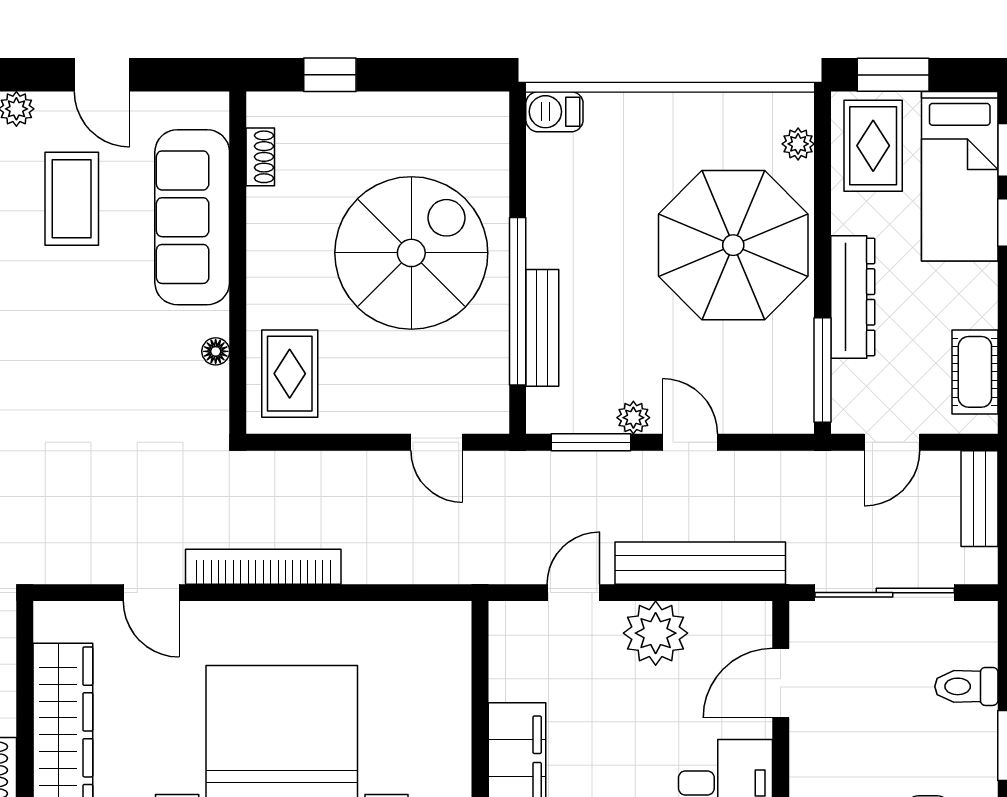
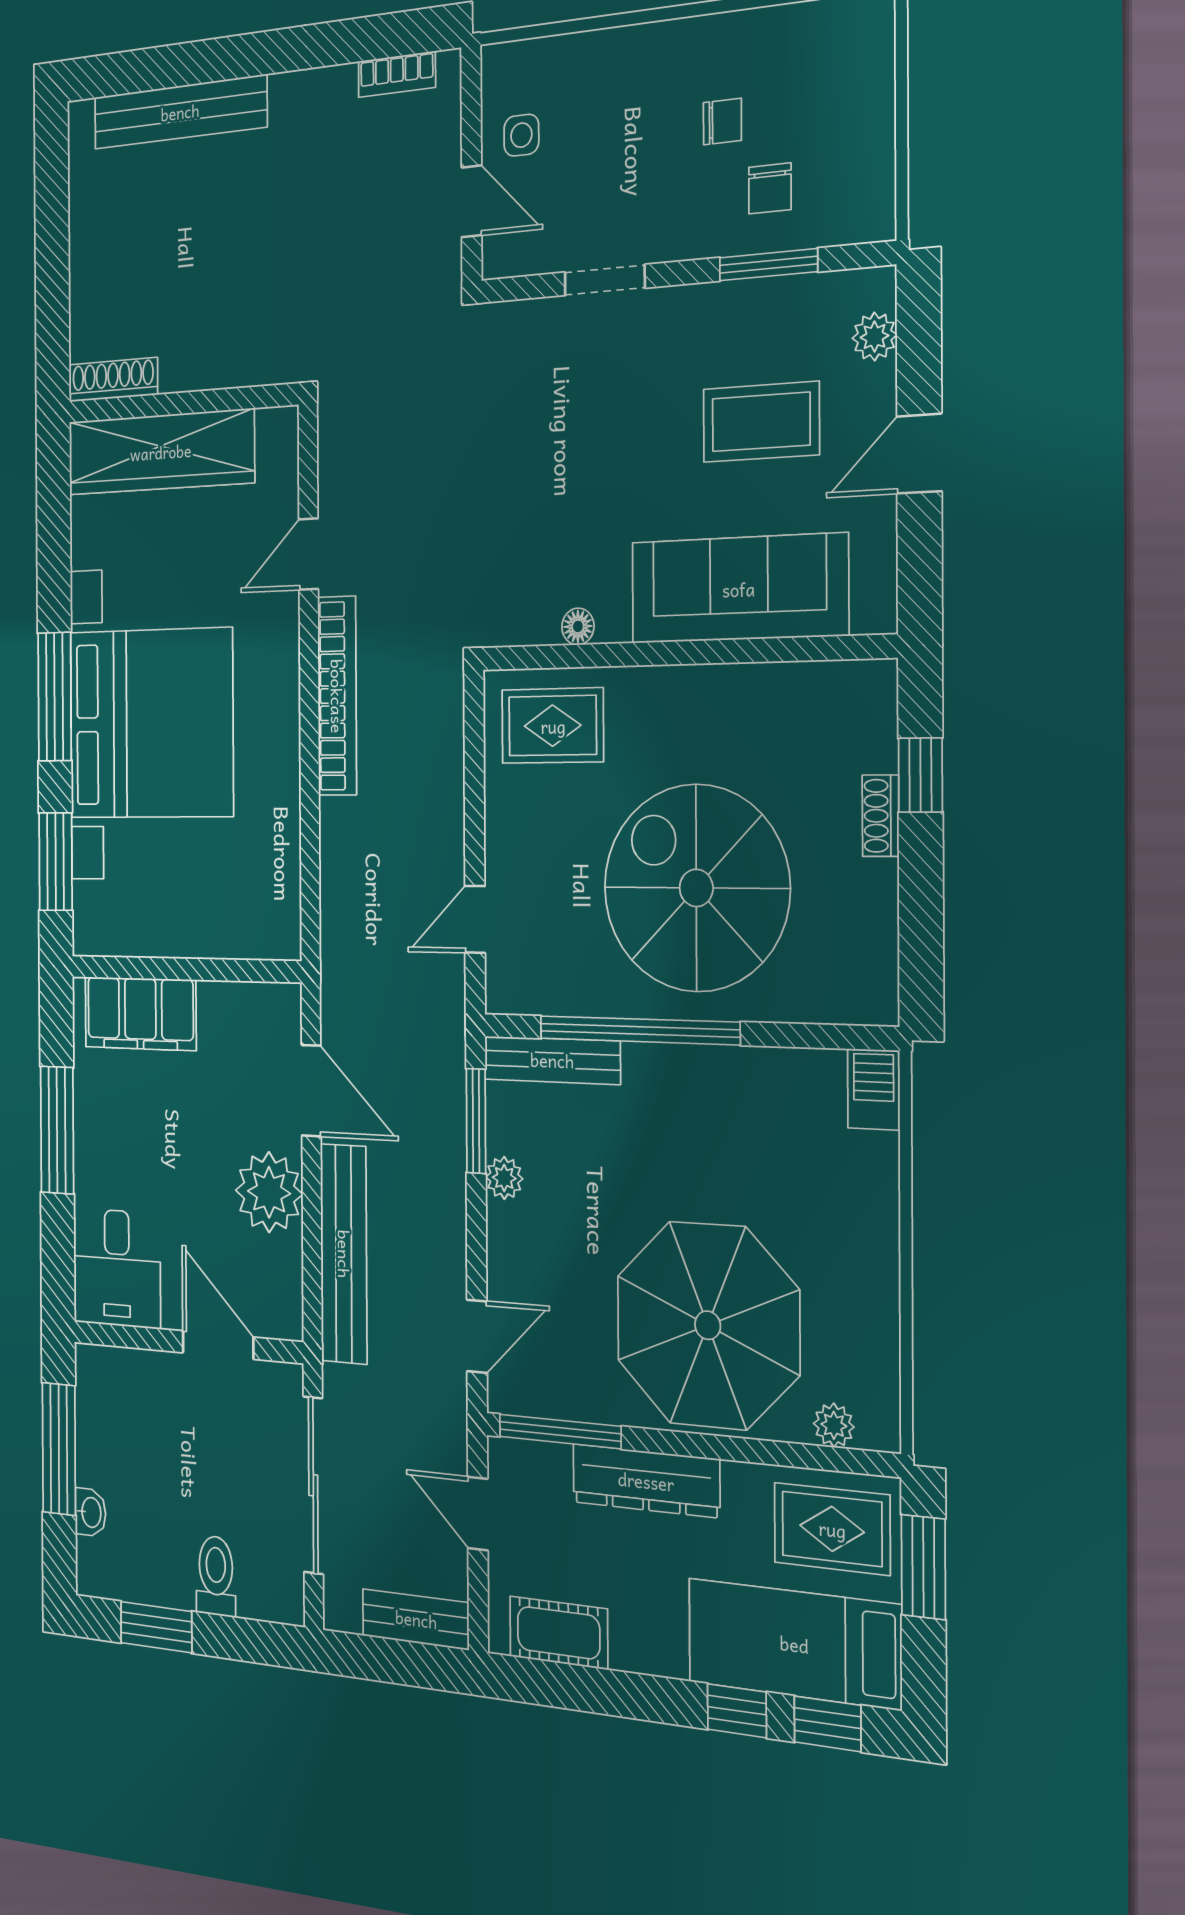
shoe rack: (260, 157) -> (881, 816), moved, turned 90
spiral stairs: (411, 253) -> (696, 888), turned 180
bench: (542, 328) -> (552, 1060), moved
door: (690, 442) -> (477, 1336), moved
door: (573, 593) -> (311, 1091), width x1.38

